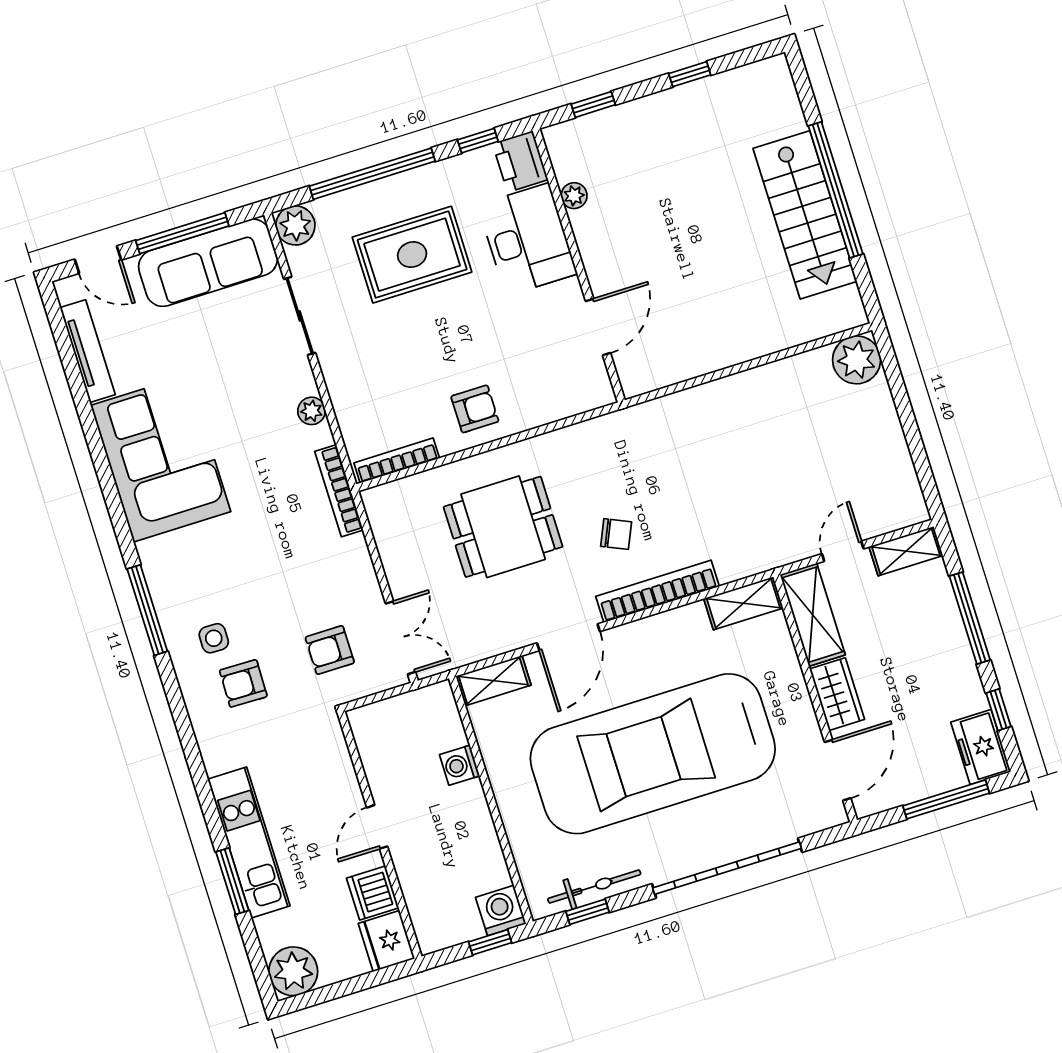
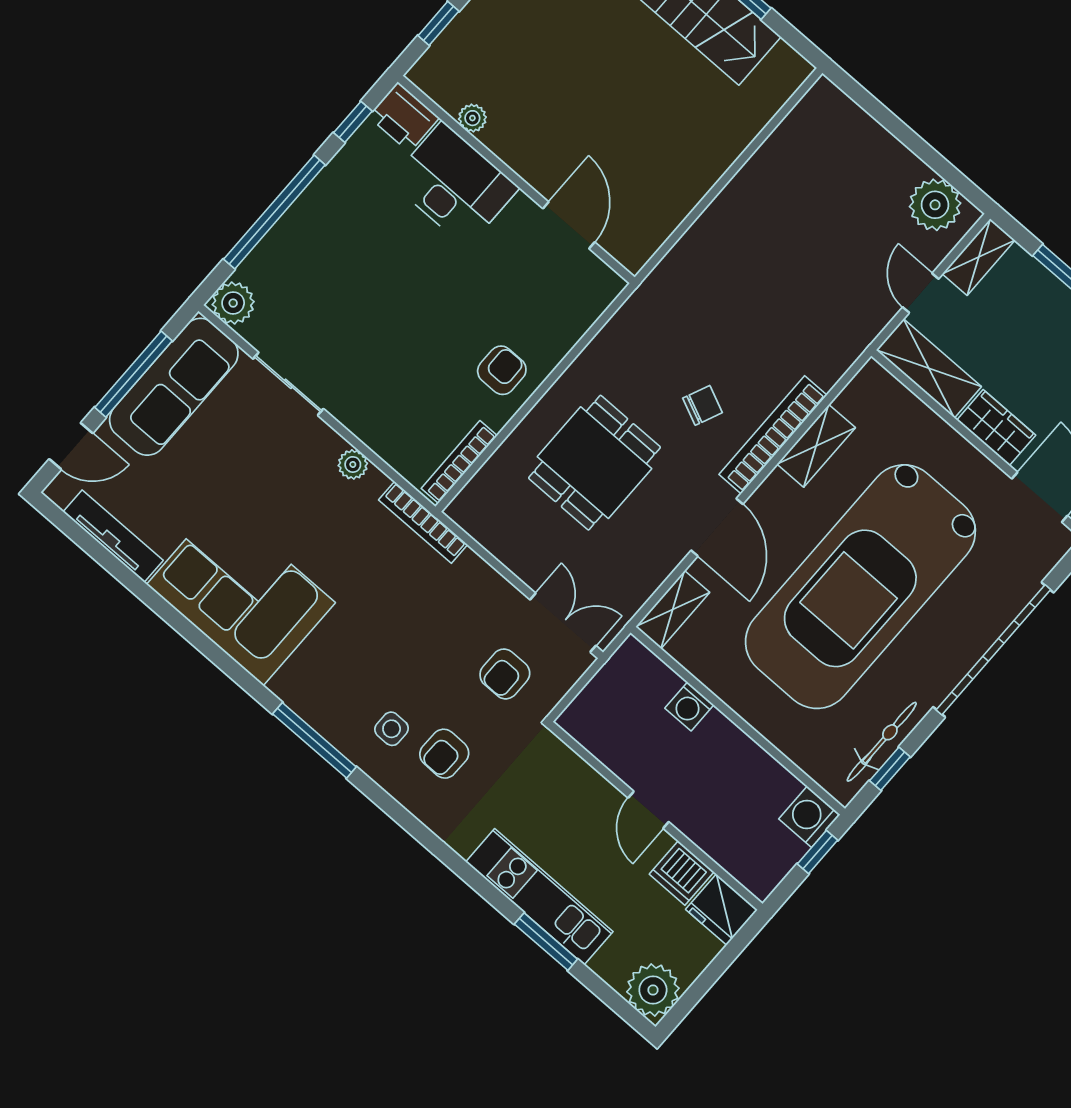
rug: (412, 255) -> (357, 264), removed
plant: (857, 360) -> (935, 205), moved
shelving: (743, 603) -> (816, 446), moved

